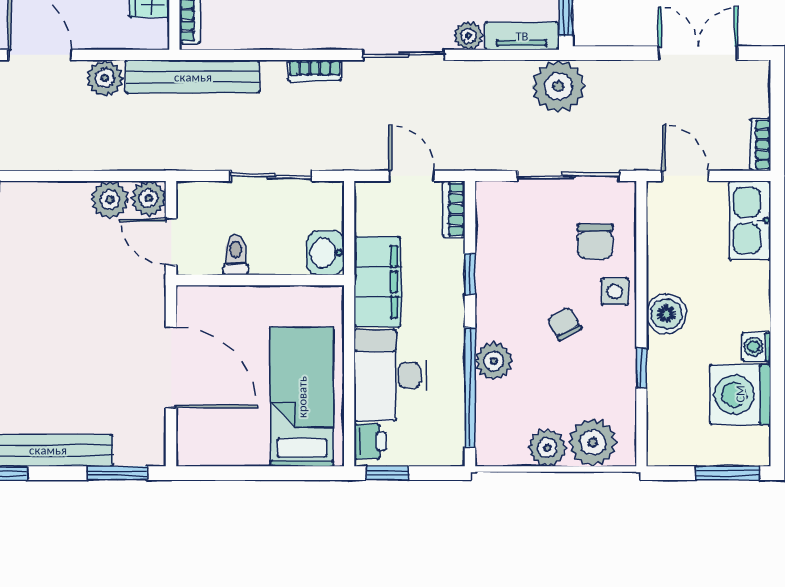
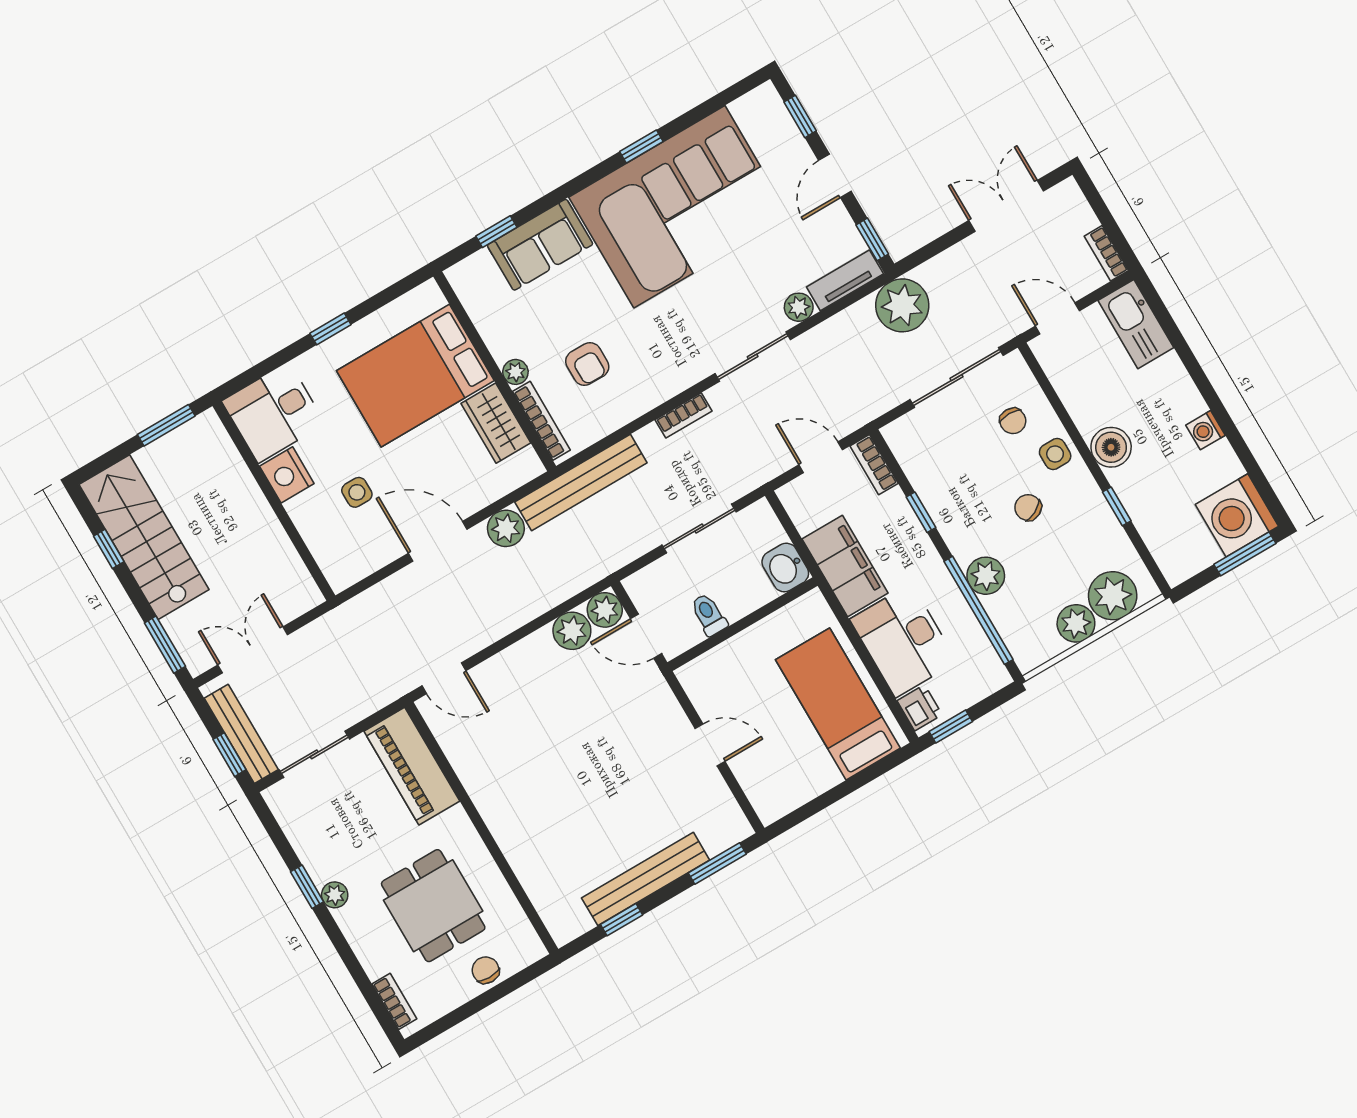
chair: (595, 242) -> (1013, 421), width x0.73, depth x0.73
door: (171, 367) -> (710, 745), width x0.53
washing machine: (740, 394) -> (1237, 515), moved

